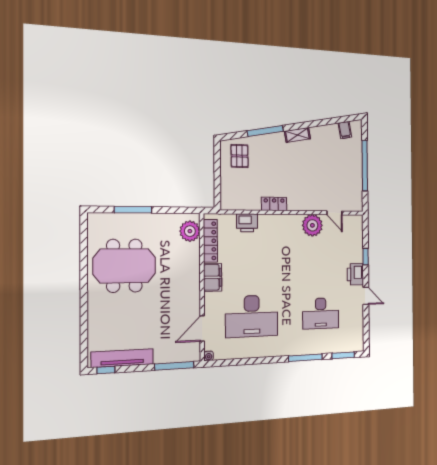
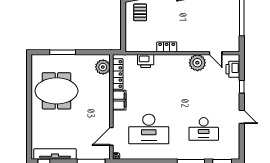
printer: (355, 274) -> (233, 69), moved

